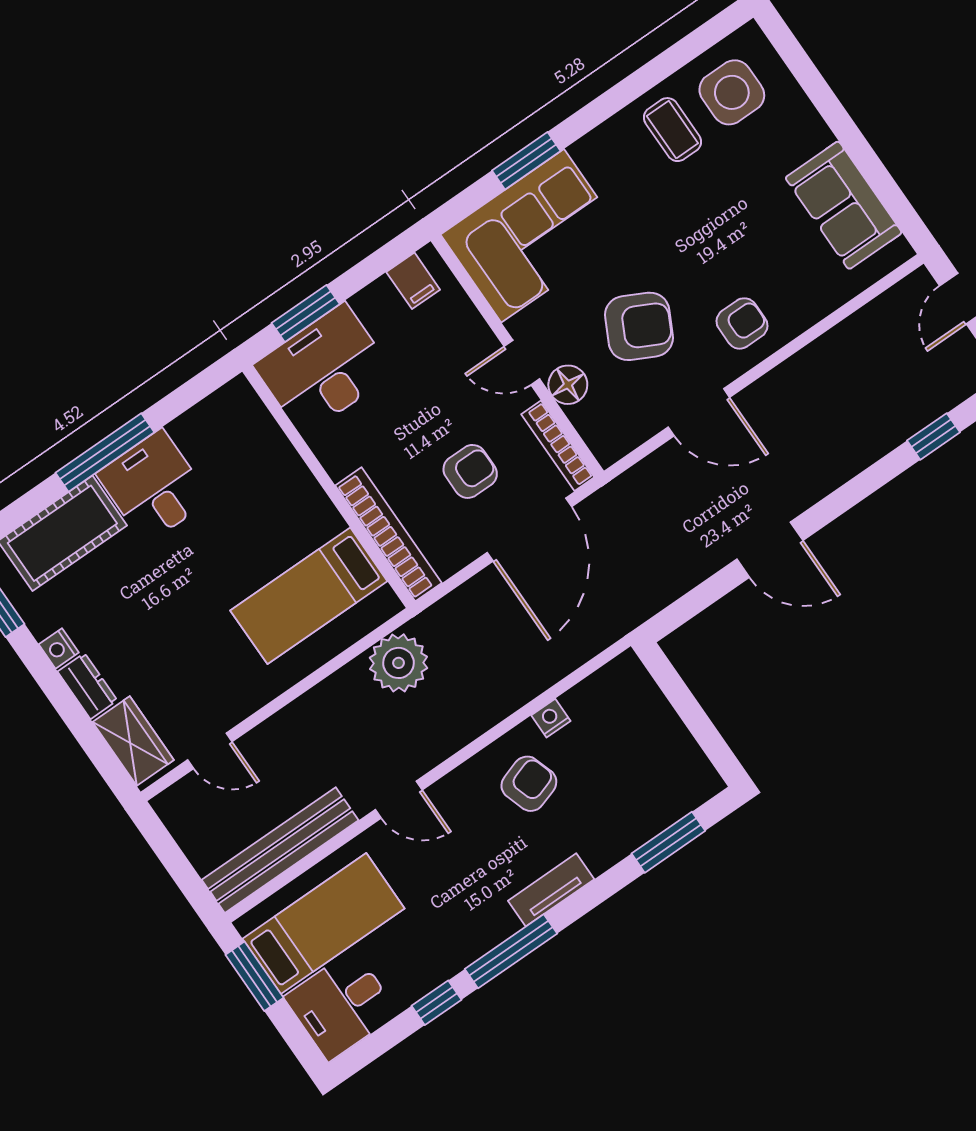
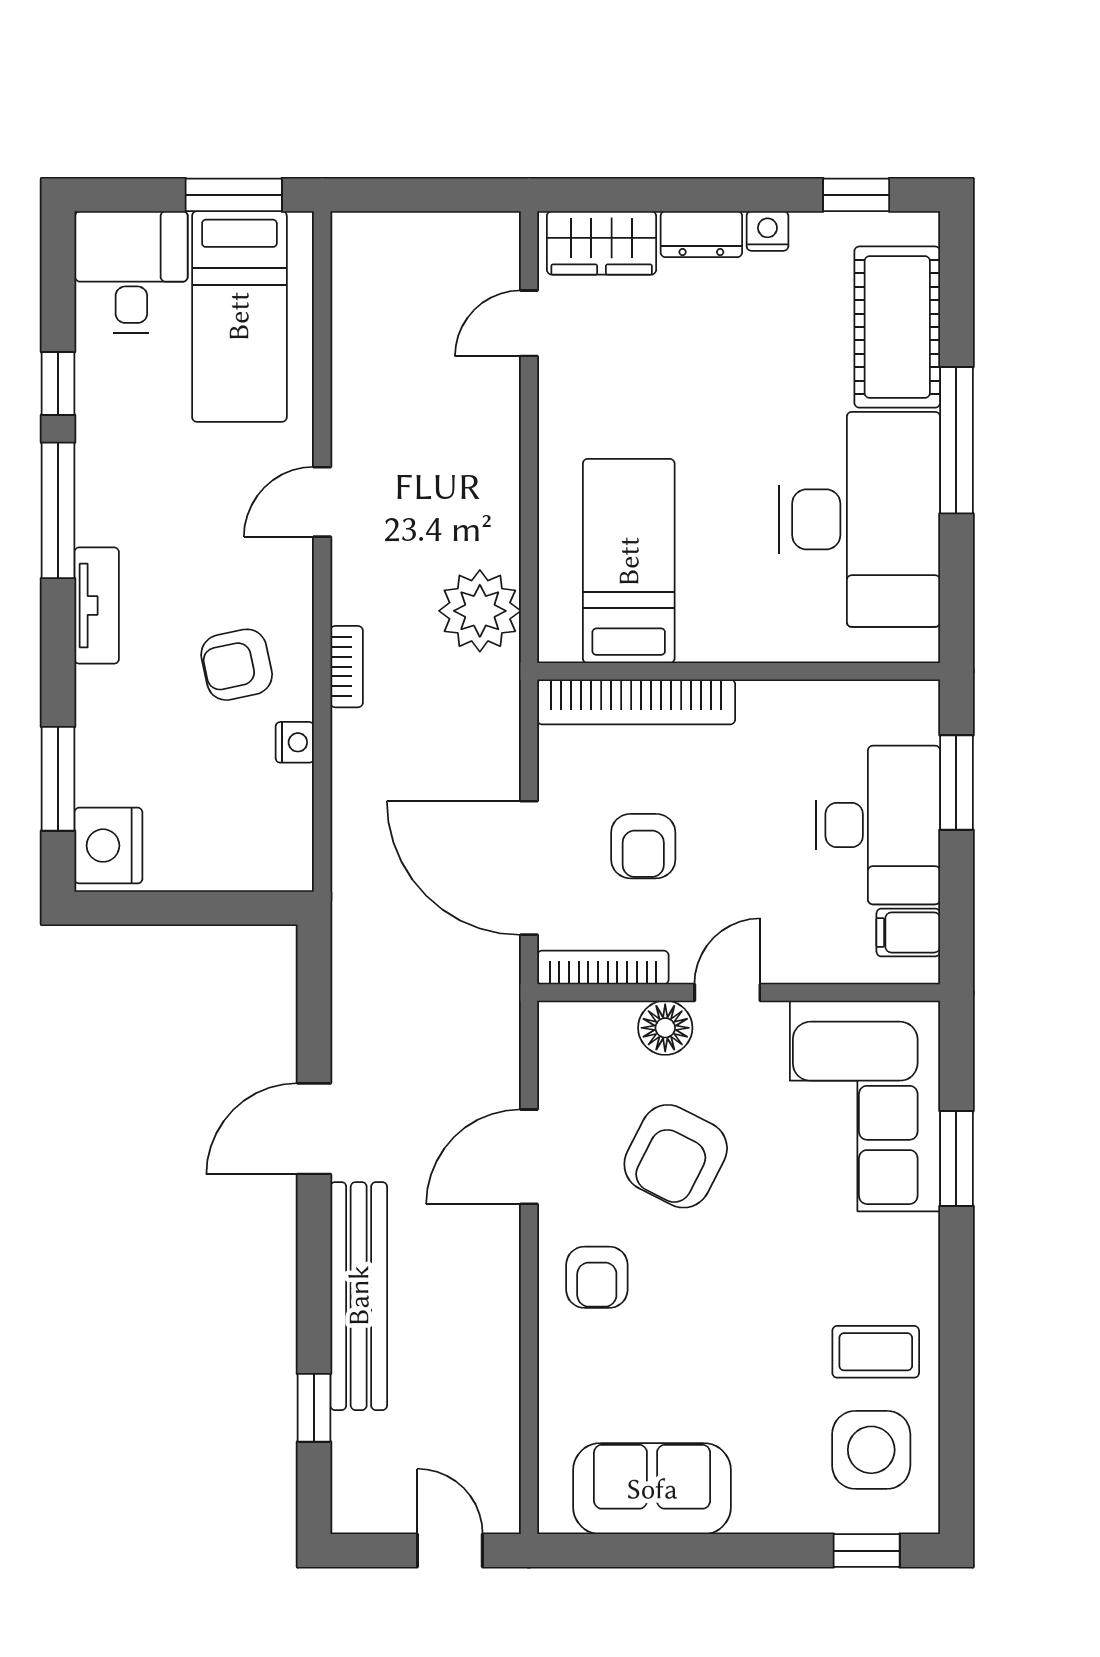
window: (793, 54) -> (867, 1551), added
desk: (324, 369) -> (878, 825), moved
desk: (154, 487) -> (860, 519), width x1.87, depth x1.30
bookcase: (485, 718) -> (347, 667), added
armchair: (529, 784) -> (237, 665), turned 96
nightstand: (687, 785) -> (108, 846), added
bench: (280, 850) -> (359, 1296), moved

